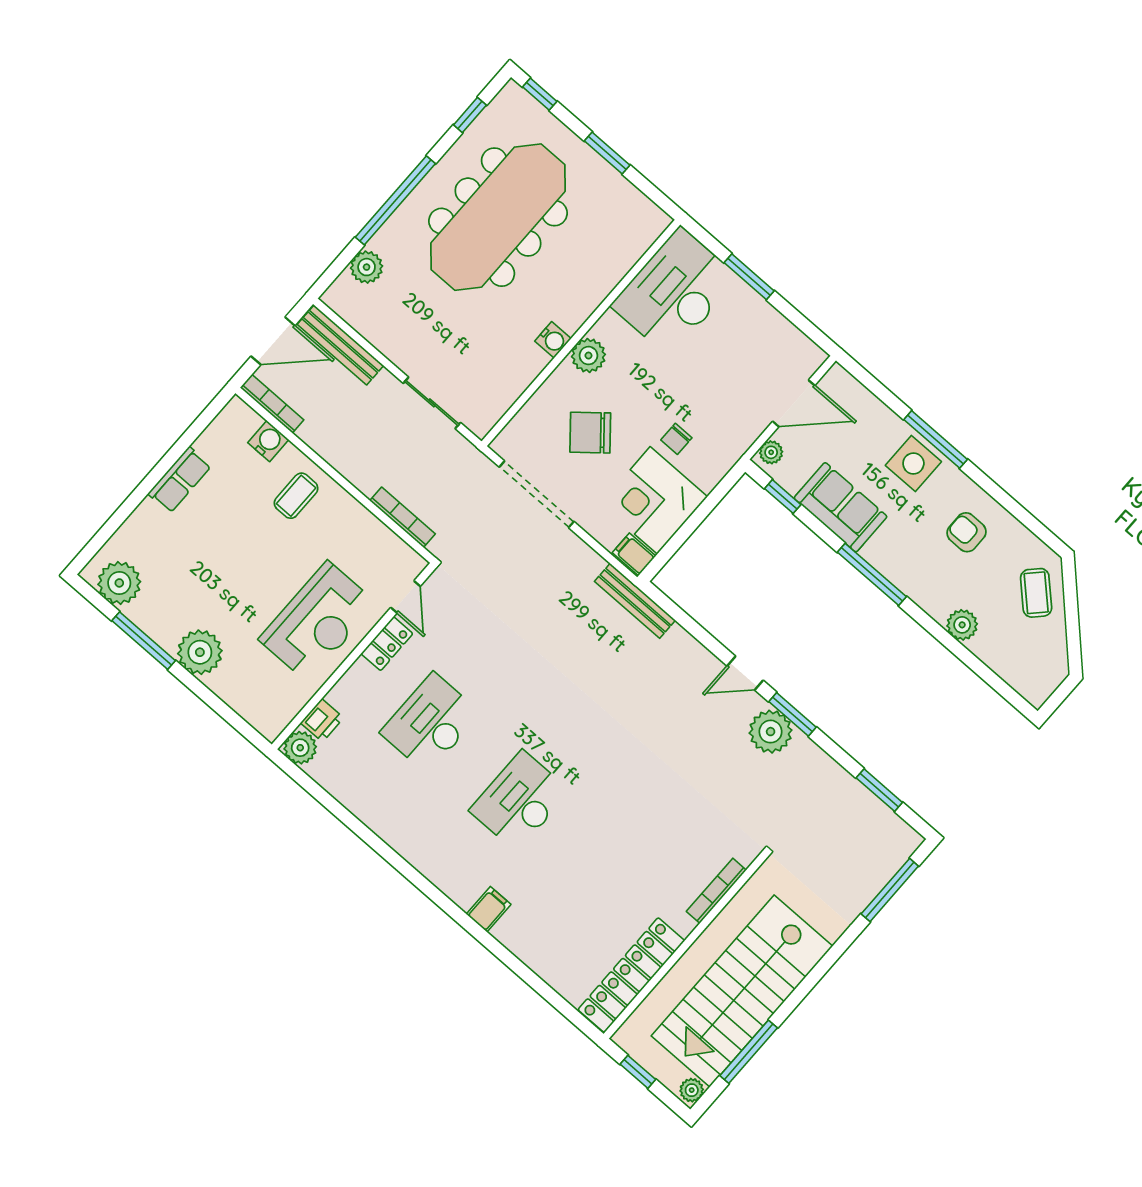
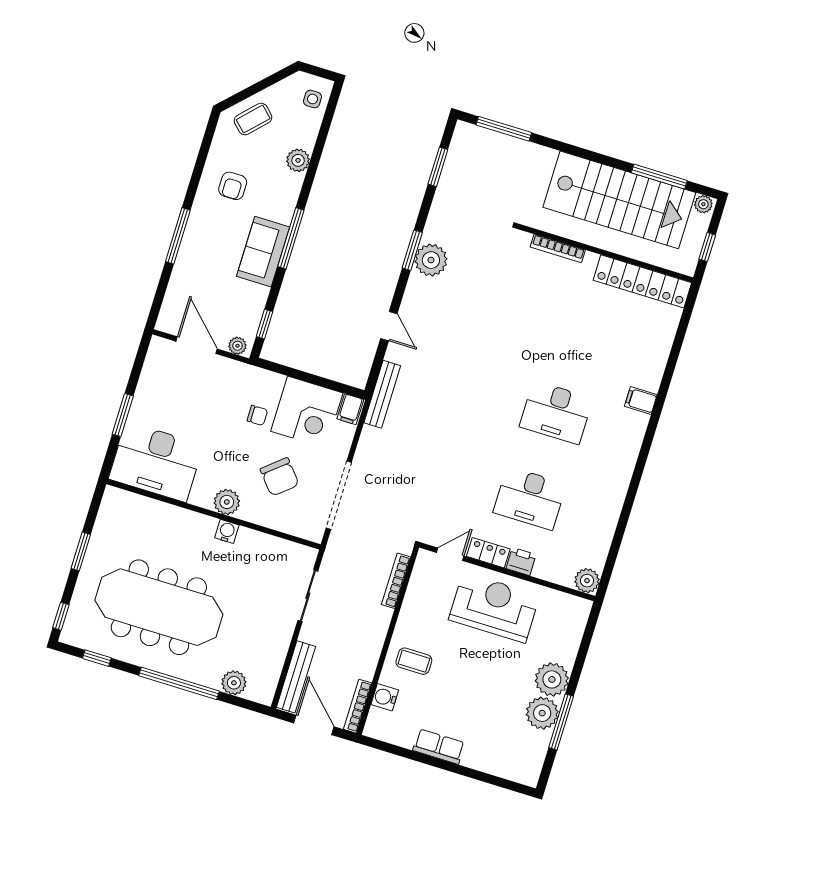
side table: (913, 463) -> (312, 99), moved, width x0.54, depth x0.54
sofa: (841, 507) -> (263, 252), moved
plant: (119, 583) -> (542, 713), moved
door: (745, 673) -> (389, 326), moved
printer: (322, 720) -> (521, 562), moved

